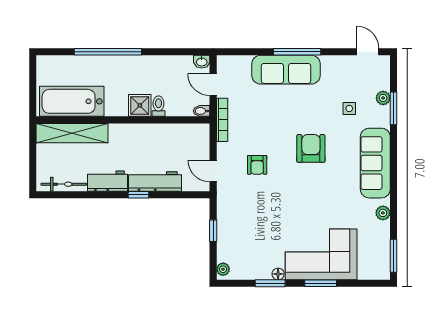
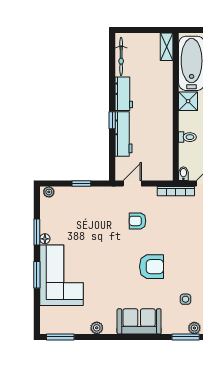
shower: (140, 105) -> (188, 101), moved
shelving: (72, 133) -> (167, 47), width x0.45, depth x0.75
sofa: (375, 163) -> (139, 321), width x0.73

